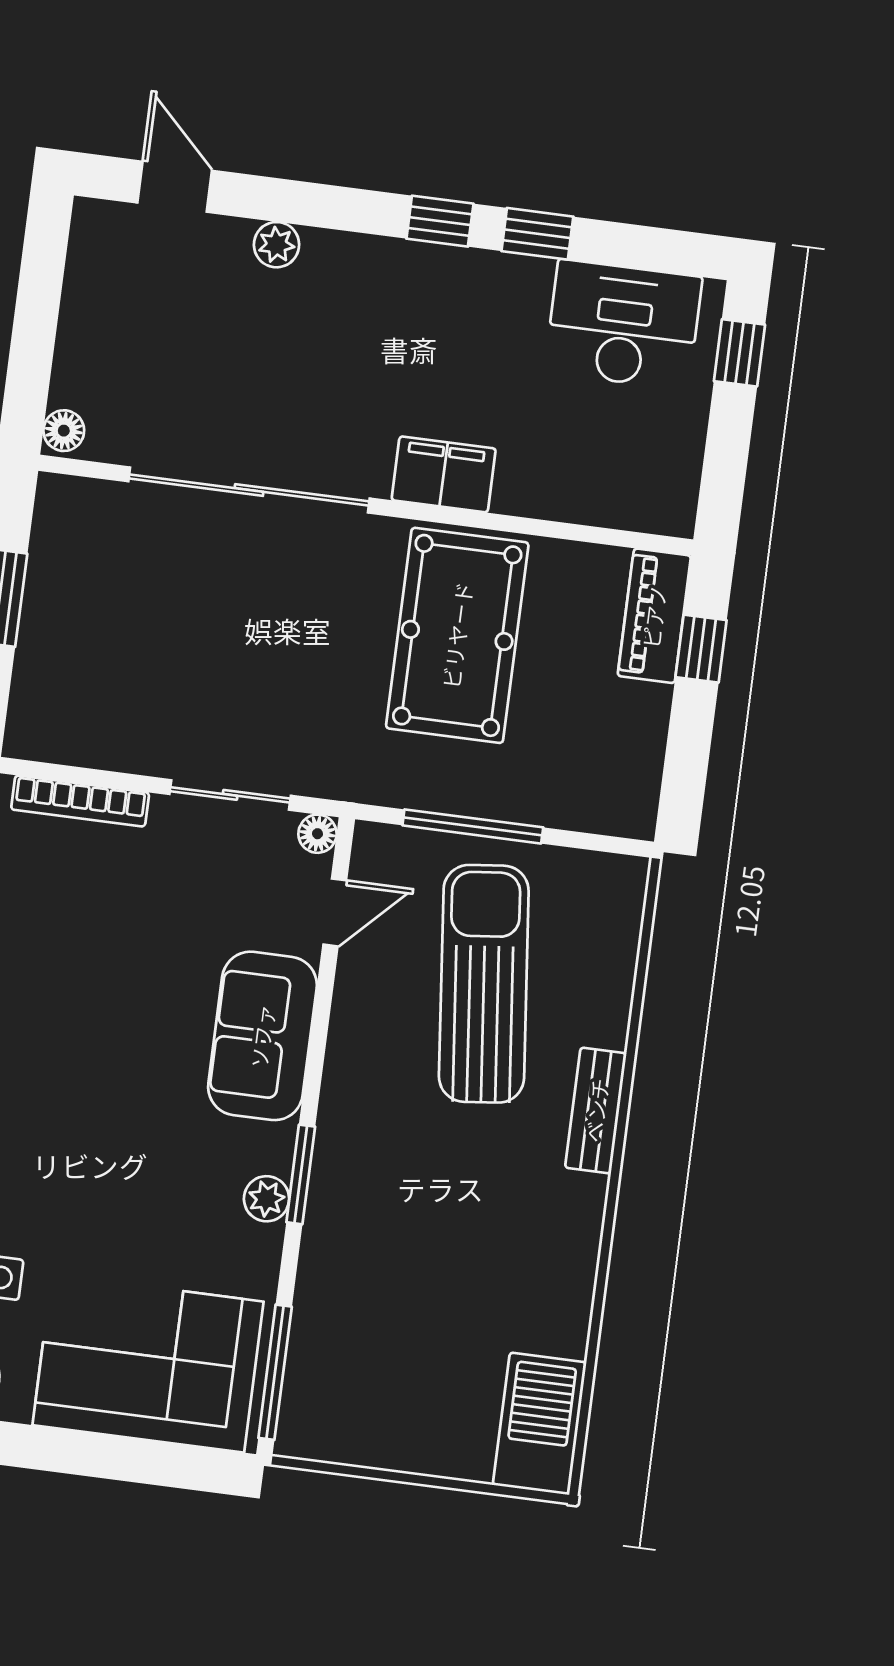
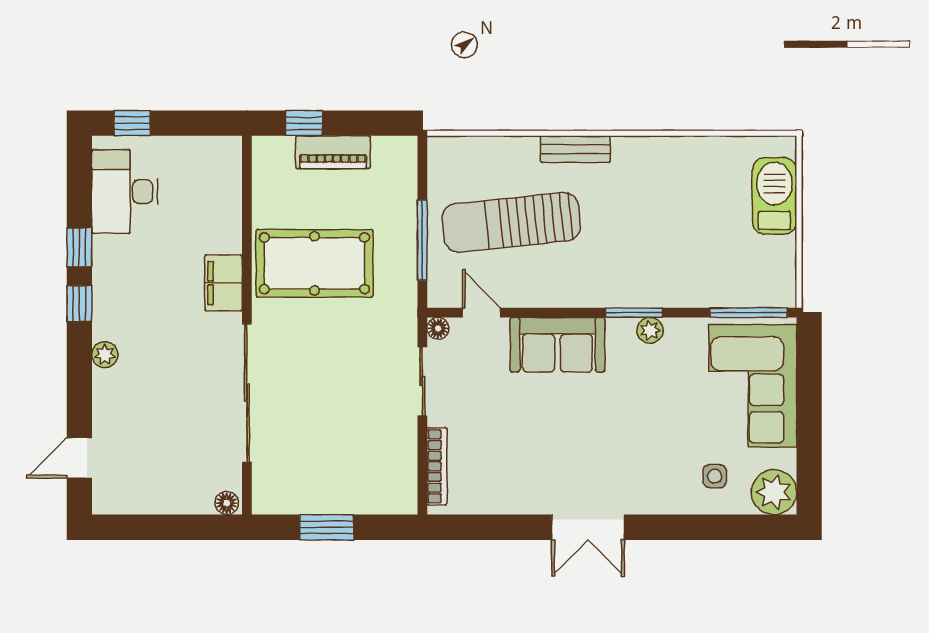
plant: (276, 245) -> (105, 355), moved
piano: (654, 616) -> (333, 152), moved
barbecue: (540, 1424) -> (774, 196), moved, turned 90

